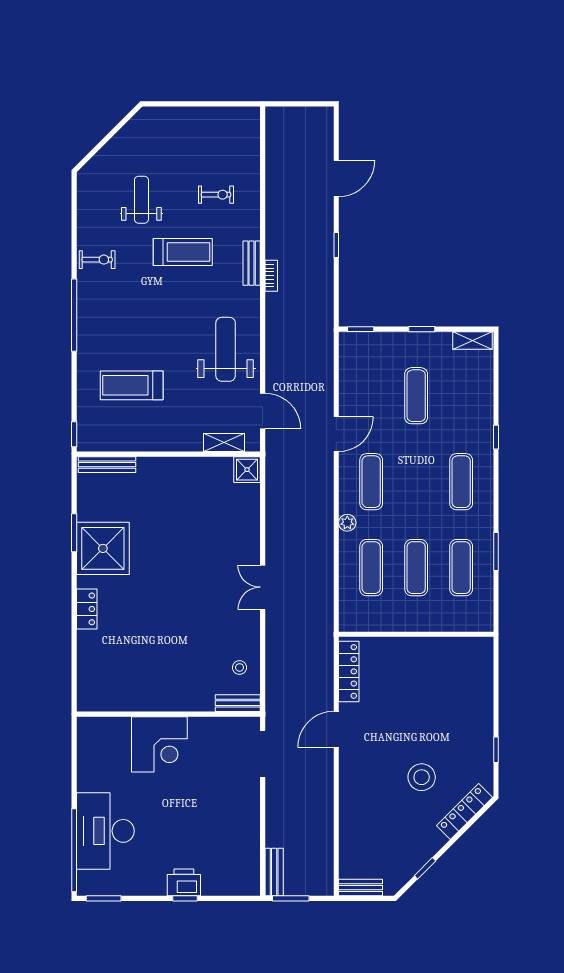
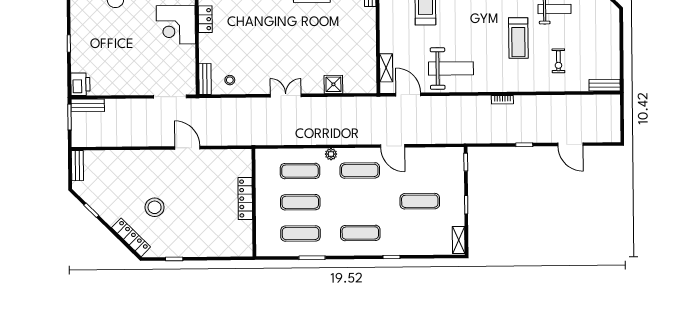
bench: (252, 263) -> (605, 85), moved
door: (263, 411) -> (408, 94), swing flipped
shower: (247, 470) -> (333, 84), moved
locker: (349, 671) -> (245, 199), moved, turned 90
locker: (152, 702) -> (205, 19), added
printer: (184, 882) -> (80, 84), moved

